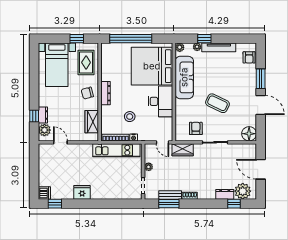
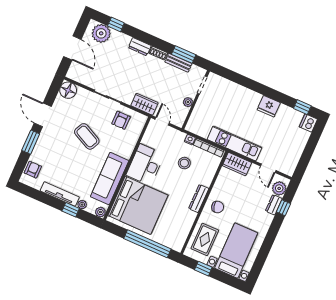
wardrobe: (92, 122) -> (237, 164), moved, turned 90
kitchen unit: (116, 150) -> (234, 143), moved
dresser: (225, 194) -> (140, 47), moved

